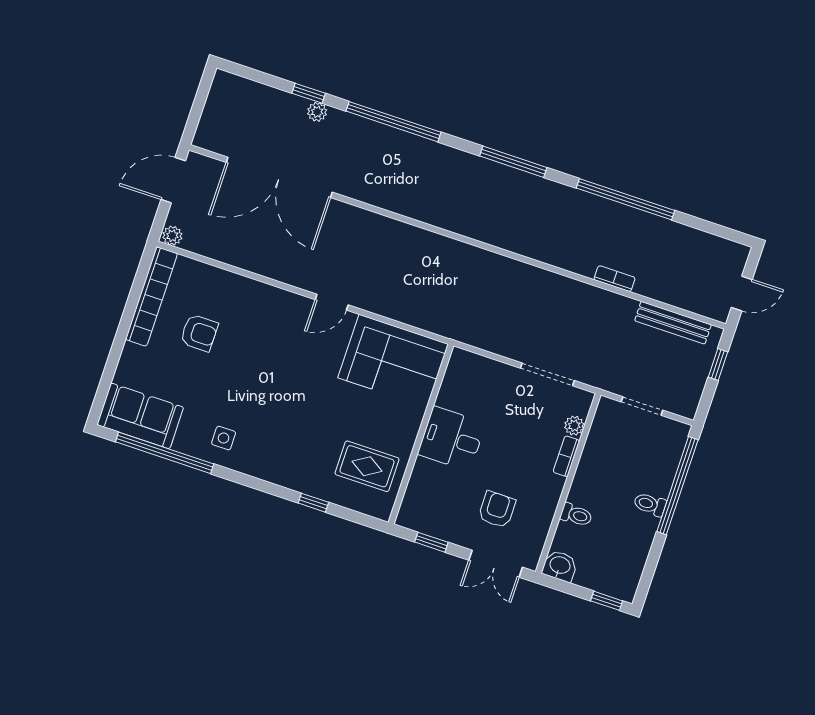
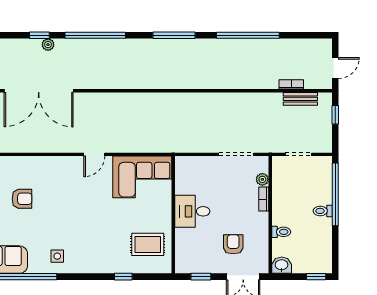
bookcase: (615, 279) -> (291, 84), moved
bench: (673, 323) -> (300, 99), width x0.73

